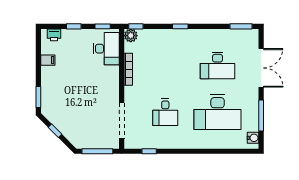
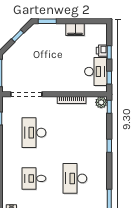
printer: (54, 35) -> (102, 51), moved
desk: (106, 49) -> (96, 71), moved, turned -90
filing cabinet: (48, 60) -> (75, 30), width x2.00
desk: (165, 112) -> (34, 133), width x1.37
desk: (218, 112) -> (34, 178), width x0.53, depth x0.77

